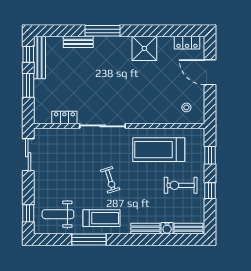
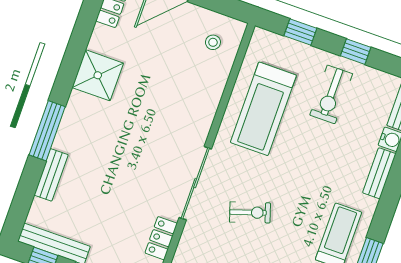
exercise bike: (110, 180) -> (250, 212), moved

